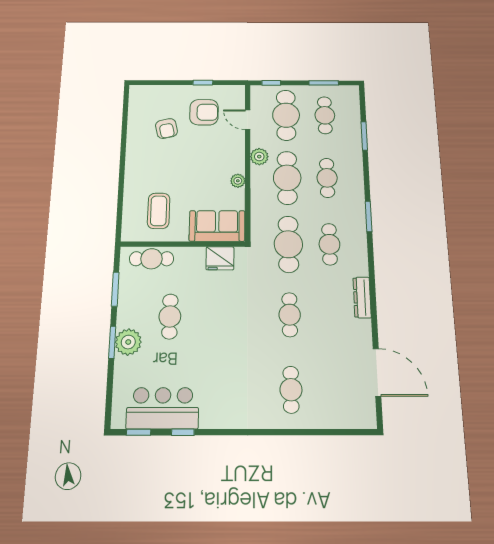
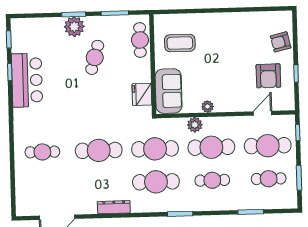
armchair: (166, 129) -> (281, 42), moved
plant: (259, 157) -> (195, 125), moved
cafe table: (329, 244) -> (156, 182), width x1.37, depth x1.35
cafe table: (290, 315) -> (99, 150), width x1.37, depth x1.35
cafe table: (170, 316) -> (95, 57), turned -74
bar counter: (163, 408) -> (27, 80), moved

